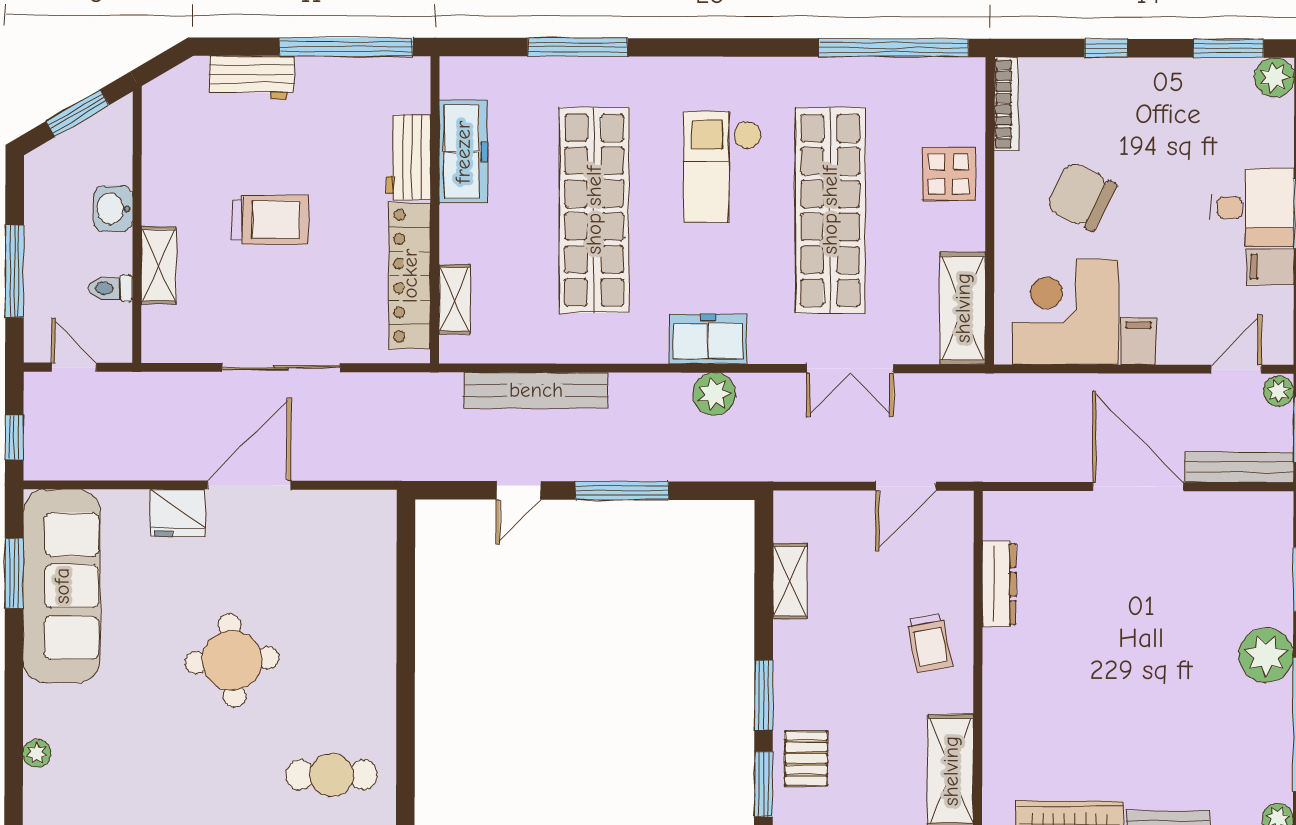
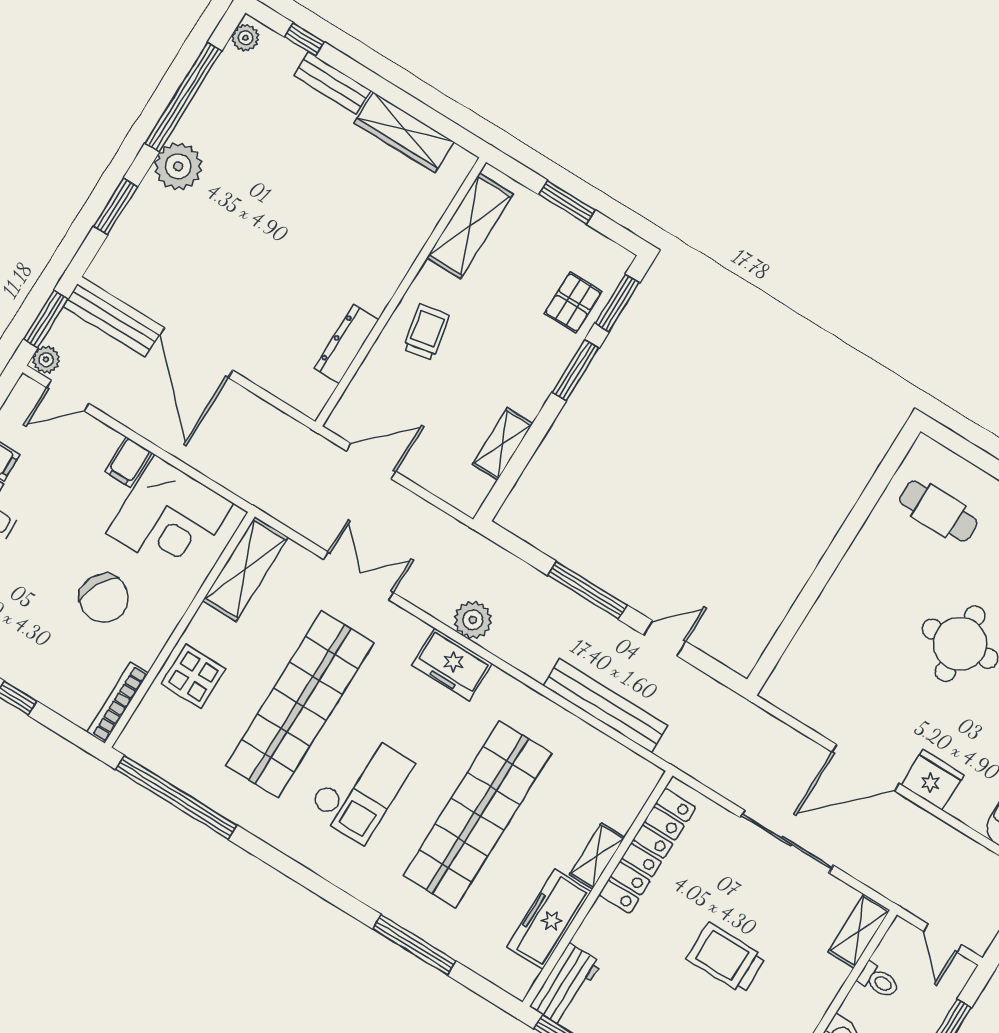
workbench: (408, 157) -> (565, 985), moved
shelving: (159, 265) -> (859, 931), moved
shelving: (455, 299) -> (597, 856), moved

